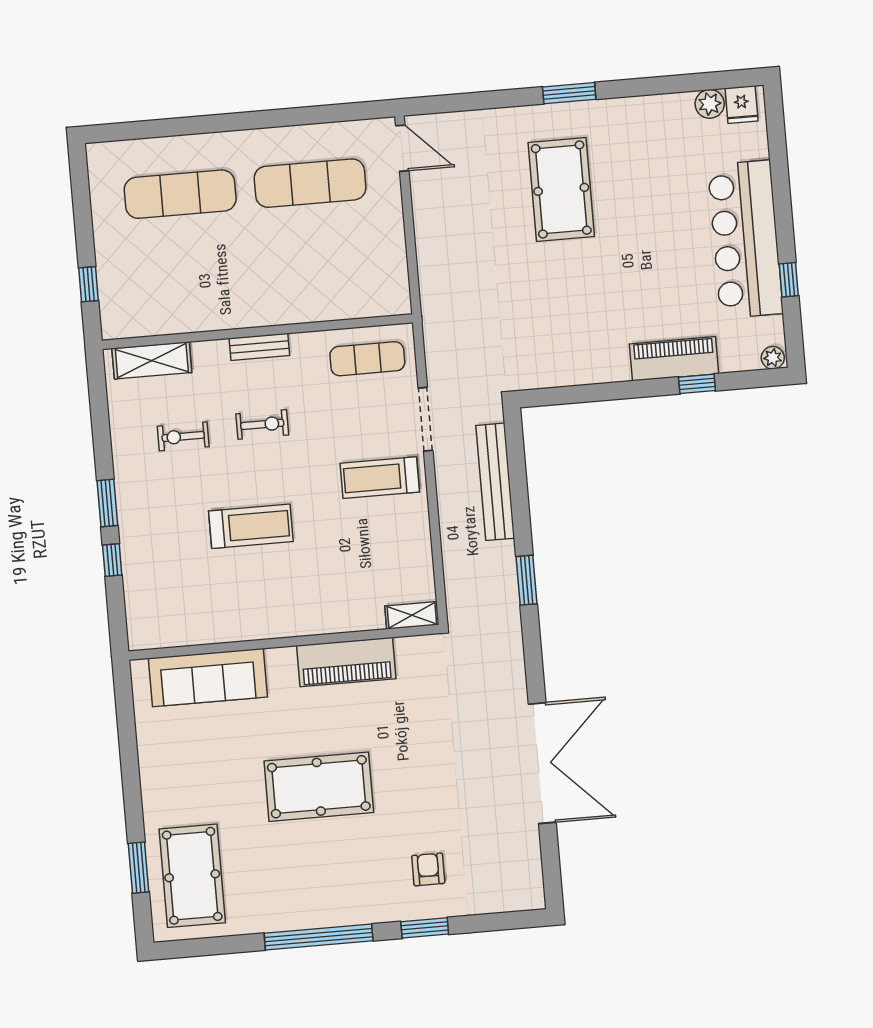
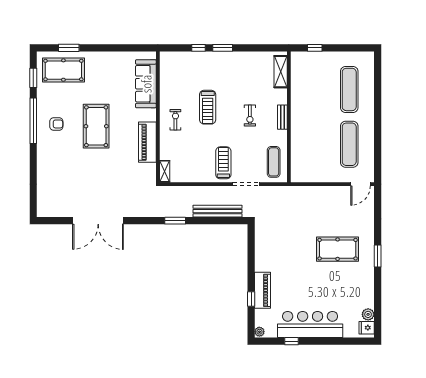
exercise bike: (183, 436) -> (175, 120), moved
armchair: (428, 869) -> (56, 124), moved
window: (425, 928) -> (33, 78), moved

